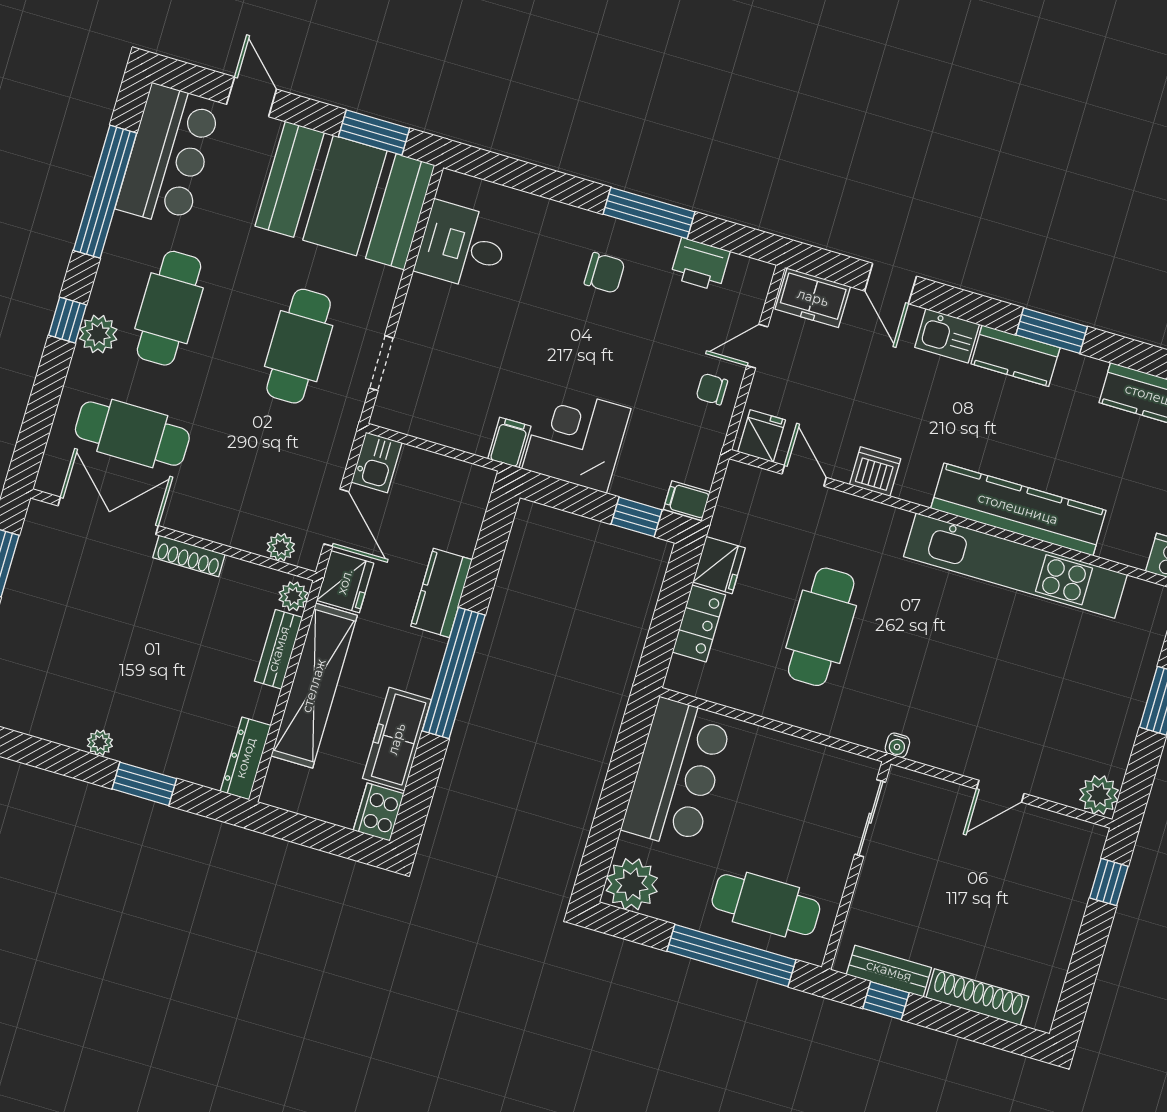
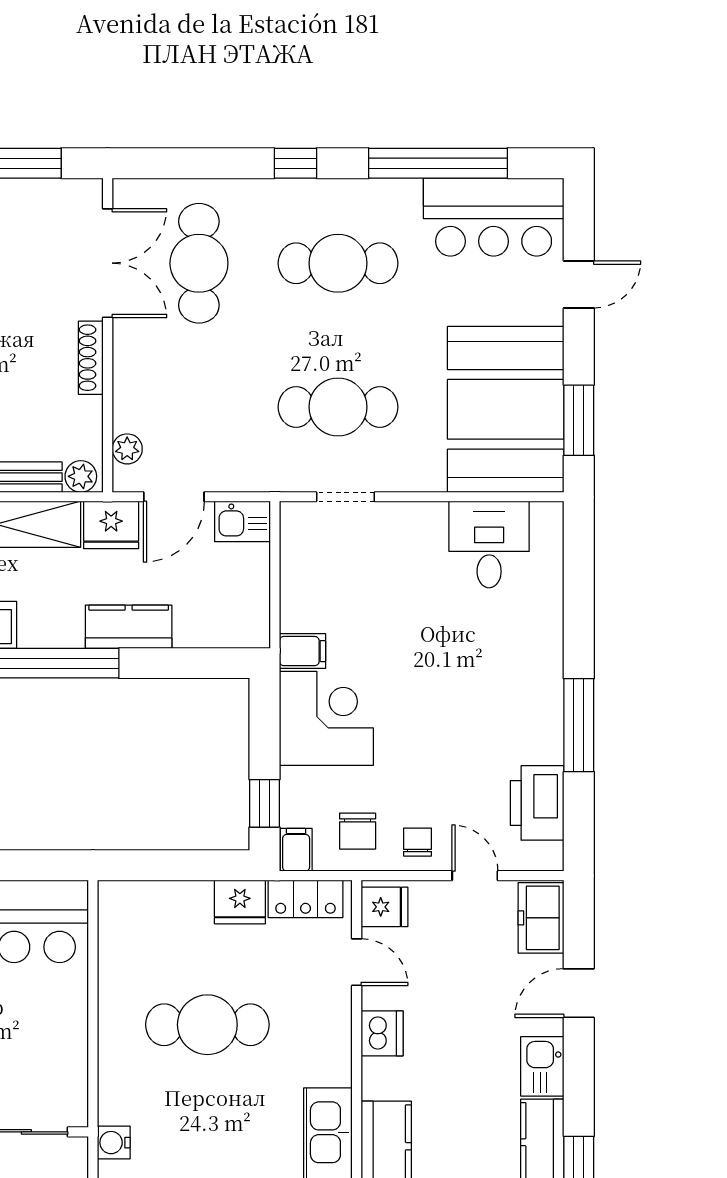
printer: (700, 264) -> (537, 803), width x1.37, depth x1.19
chair: (605, 273) -> (358, 831), moved
plant: (98, 334) -> (290, 199), removed
door: (804, 476) -> (357, 962), hinge flipped
locker: (699, 623) -> (306, 899), moved
water cooler: (897, 745) -> (114, 1143), width x1.38, depth x1.38

